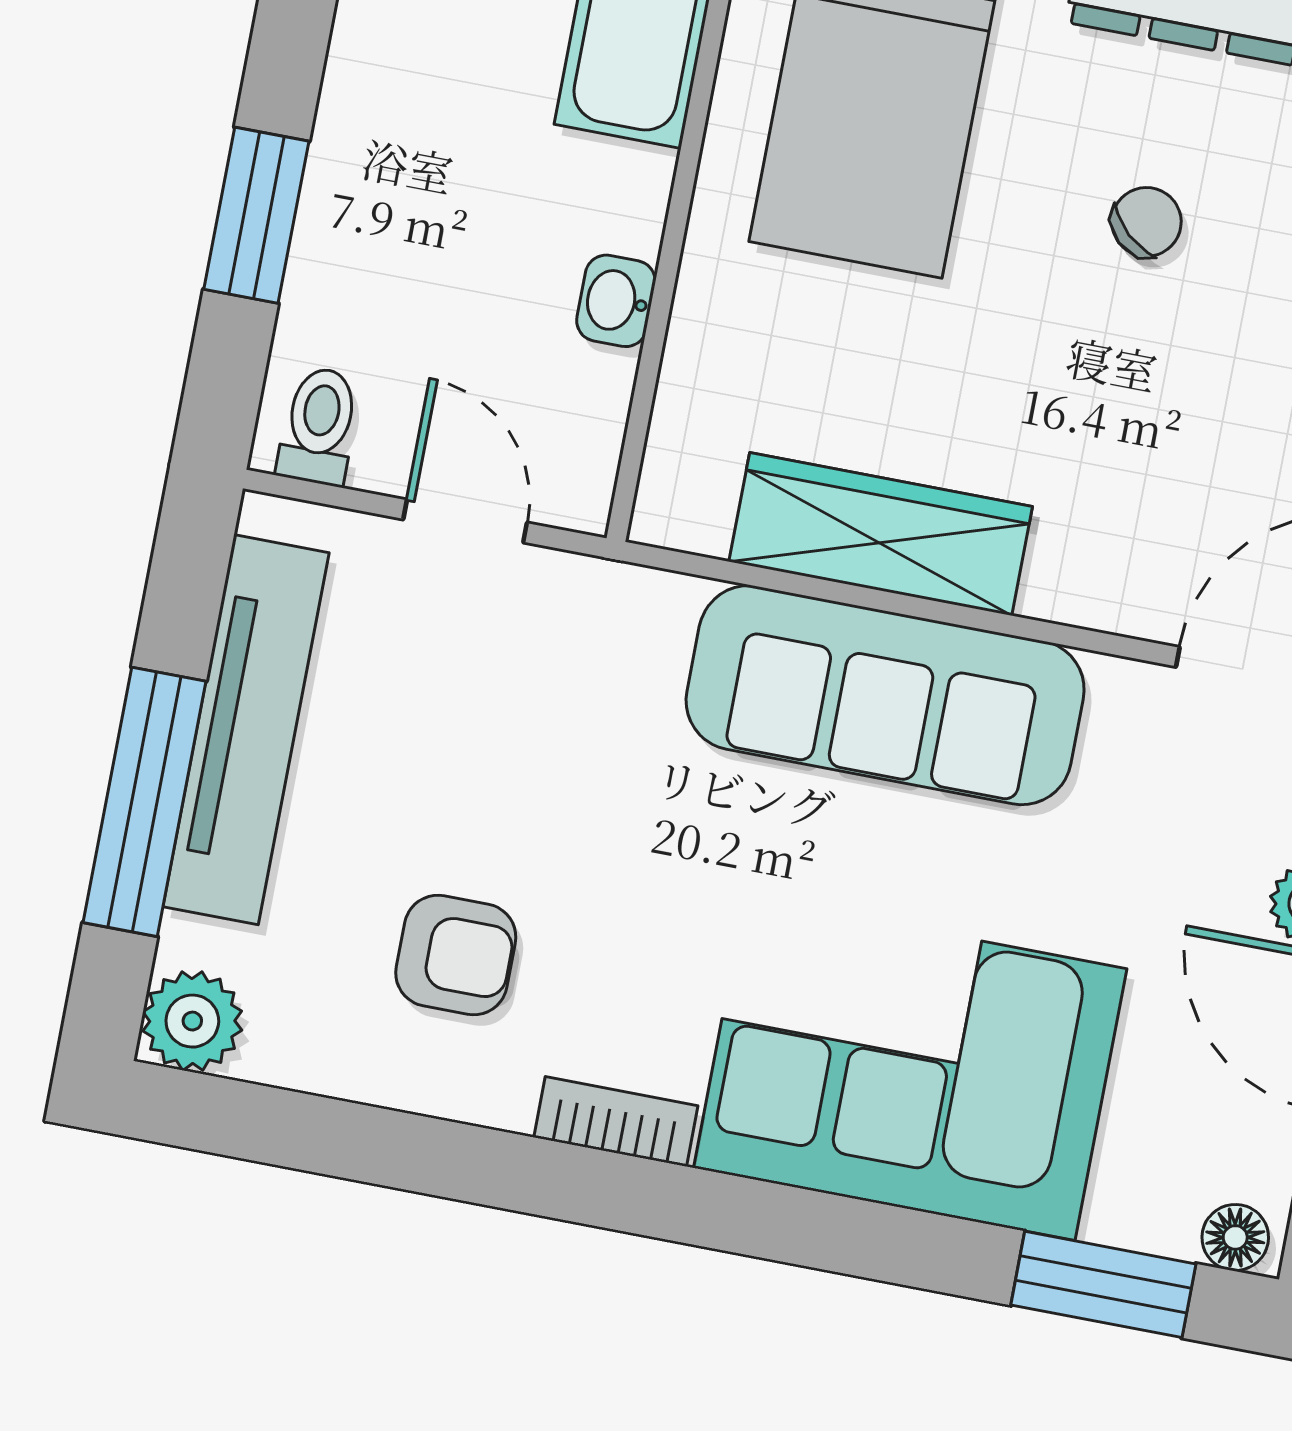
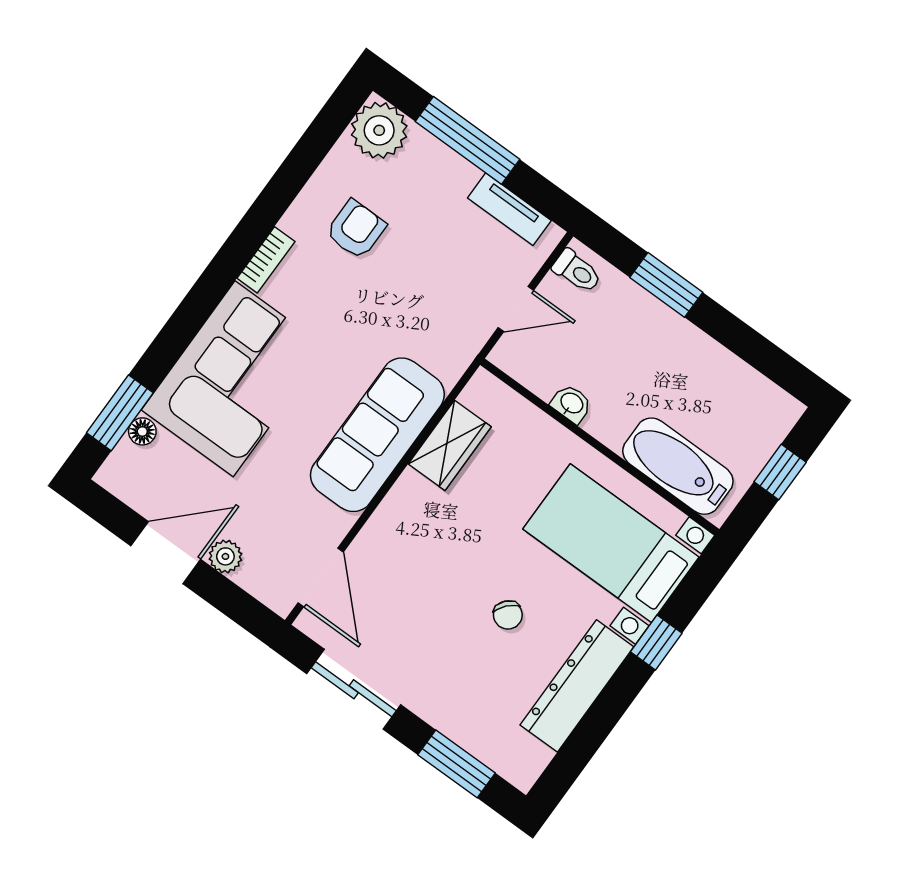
wardrobe: (881, 534) -> (450, 445), width x0.67
tv unit: (246, 730) -> (509, 209), width x0.52, depth x0.78
armchair: (456, 955) -> (356, 229), turned 180
plant: (192, 1021) -> (379, 130), width x1.36, depth x1.36
floor lamp: (1235, 1237) -> (142, 431), moved

